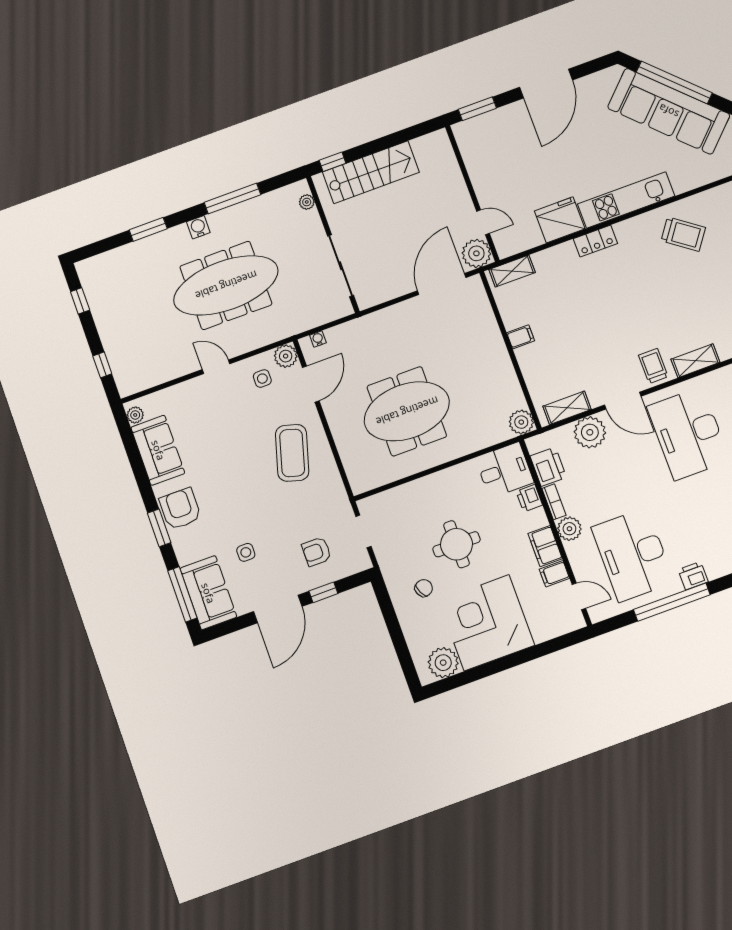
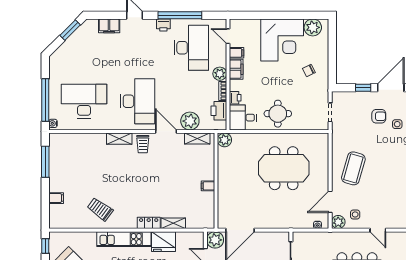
shelving: (512, 271) -> (173, 223), moved
round table: (456, 544) -> (278, 114), moved
armchair: (316, 552) -> (379, 116), moved

